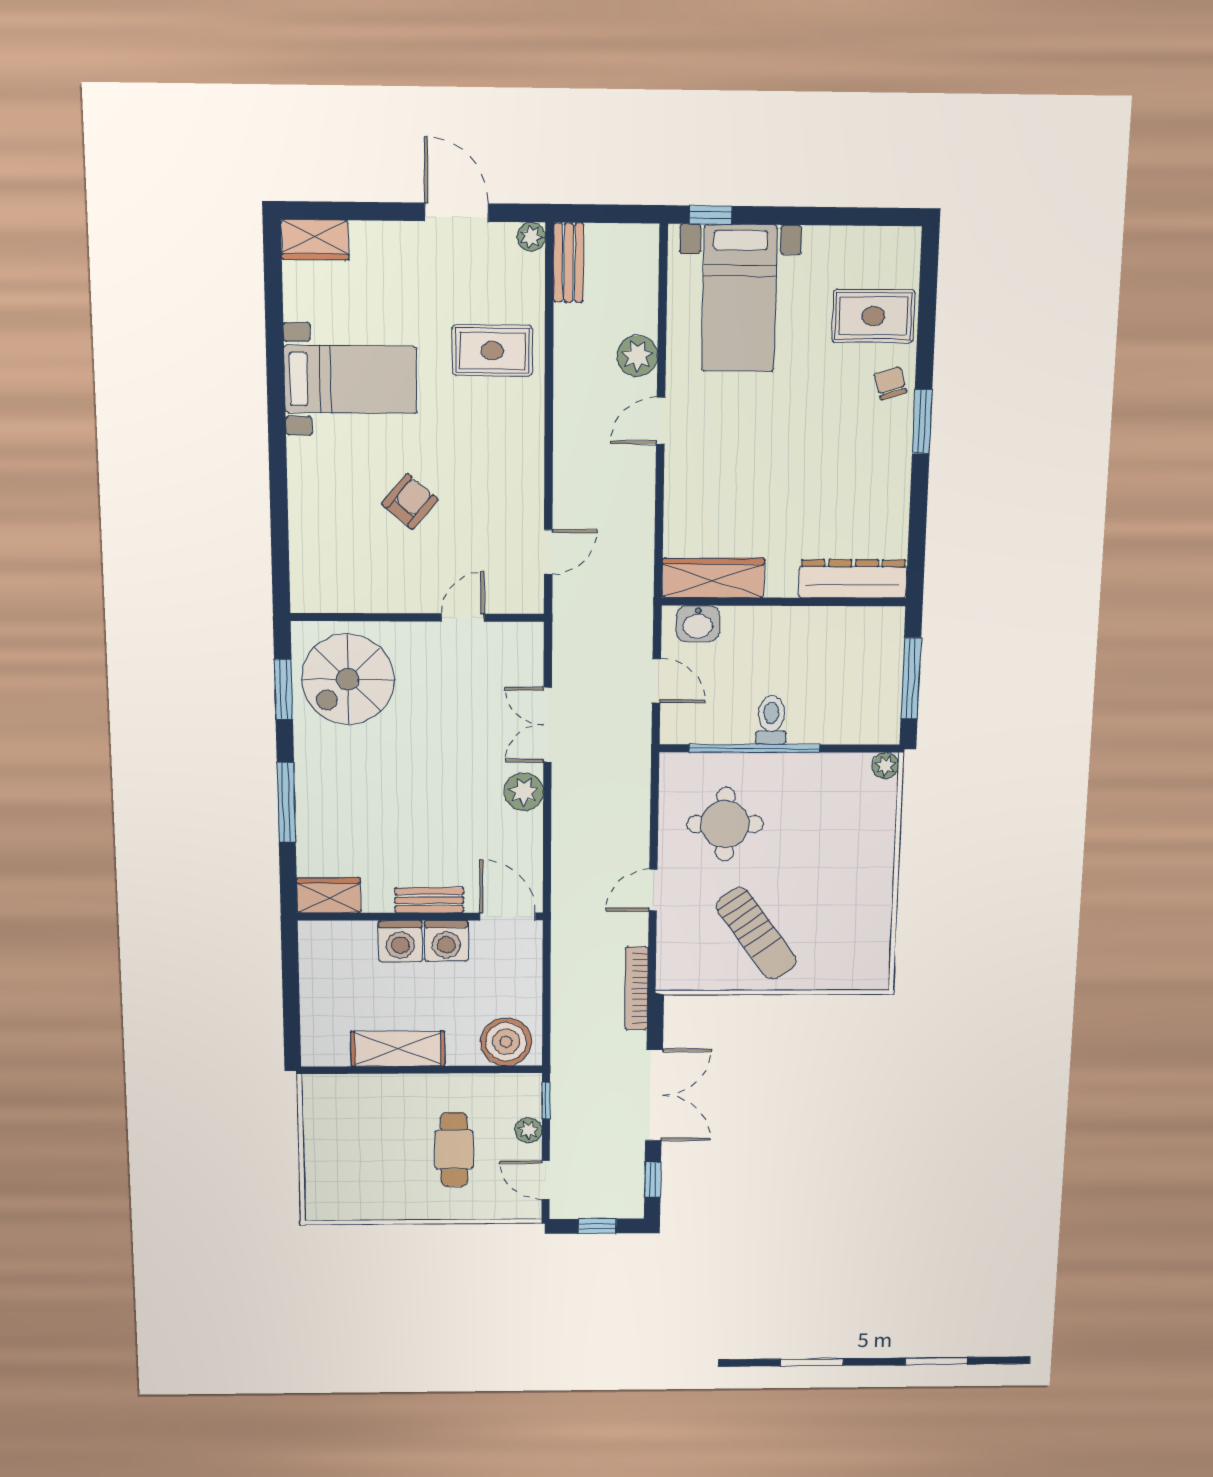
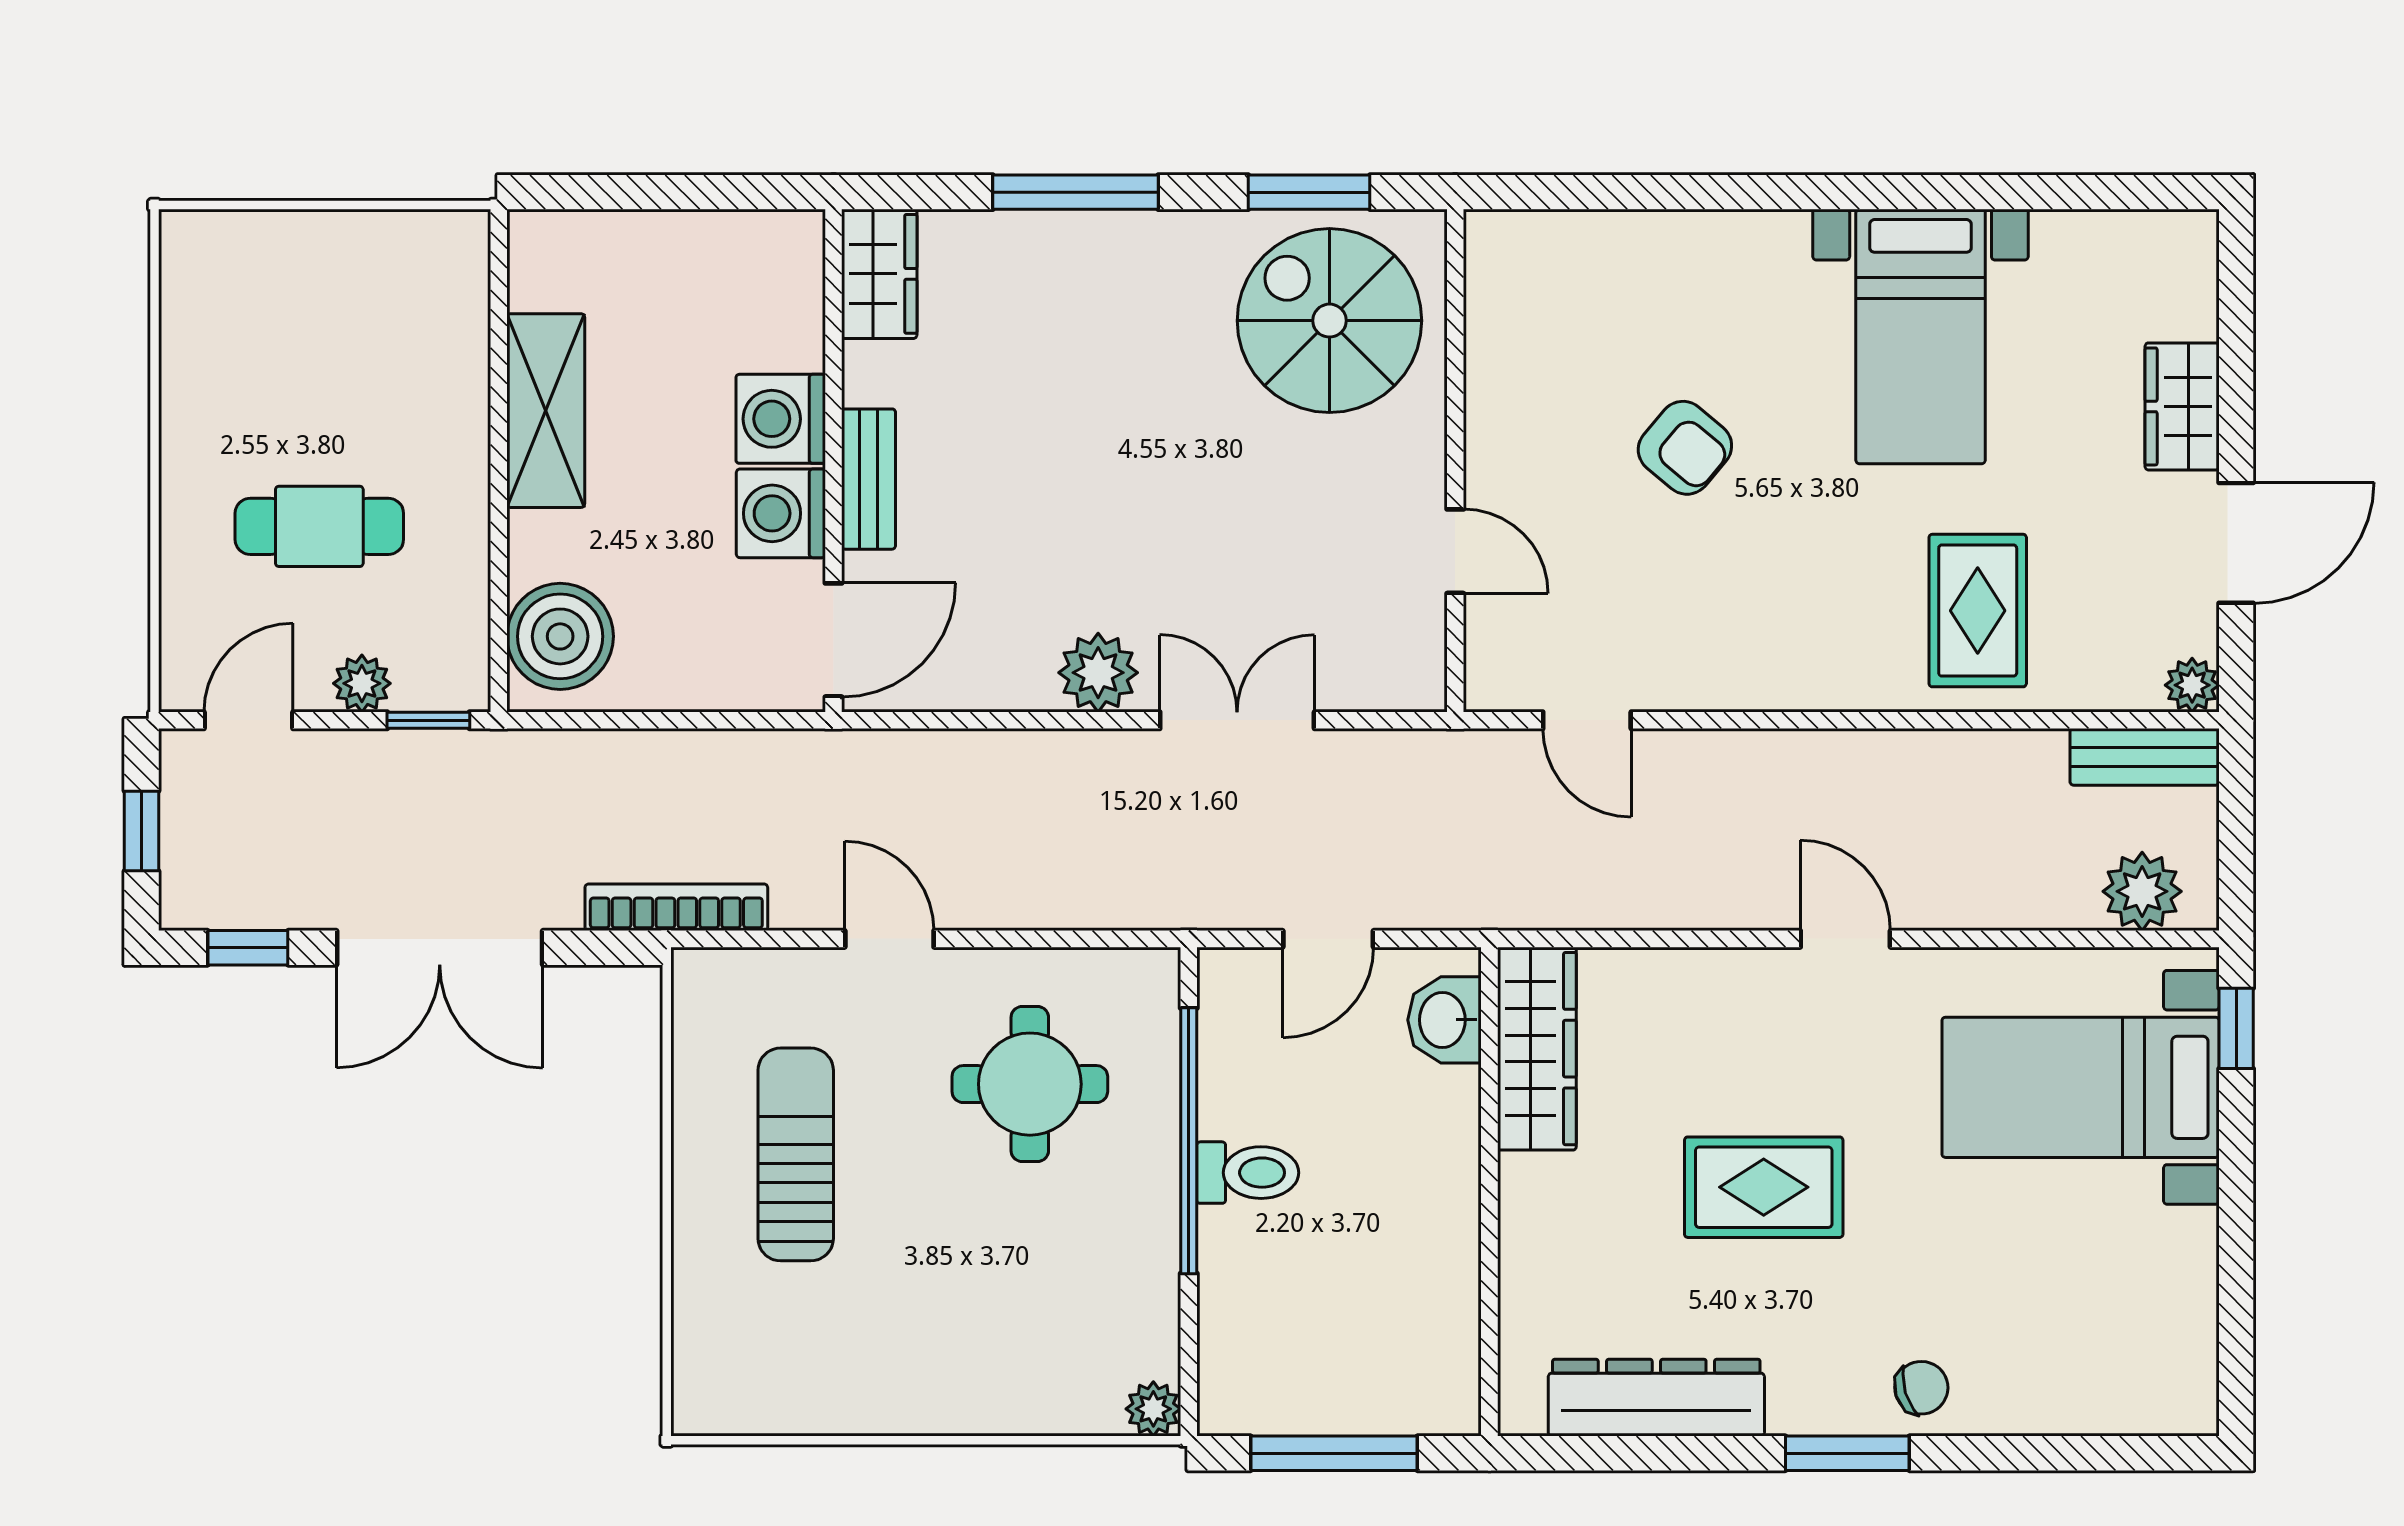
wardrobe: (315, 240) -> (2182, 406), moved
rug: (873, 316) -> (1764, 1187), moved, turned 90
plant: (637, 356) -> (2142, 891), moved
dresser: (853, 579) -> (1656, 1398), moved, turned -90
sun lounger: (756, 933) -> (796, 1154), turned 126

